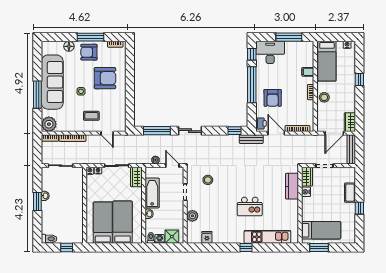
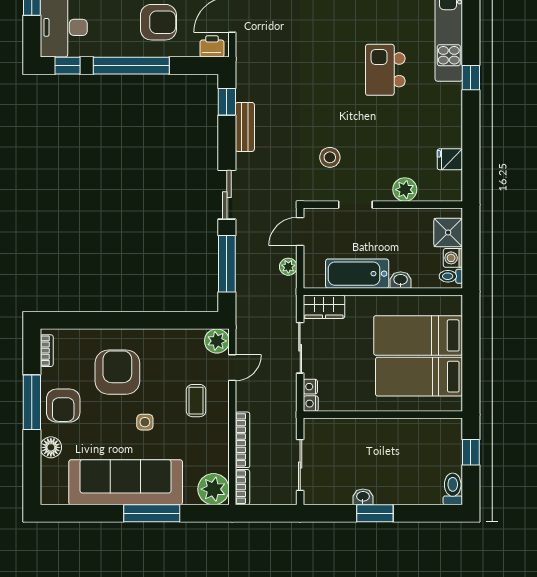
plant: (120, 126) -> (217, 341), added
bench: (251, 139) -> (245, 127), moved
kitchen island: (250, 207) -> (385, 70), turned 180

